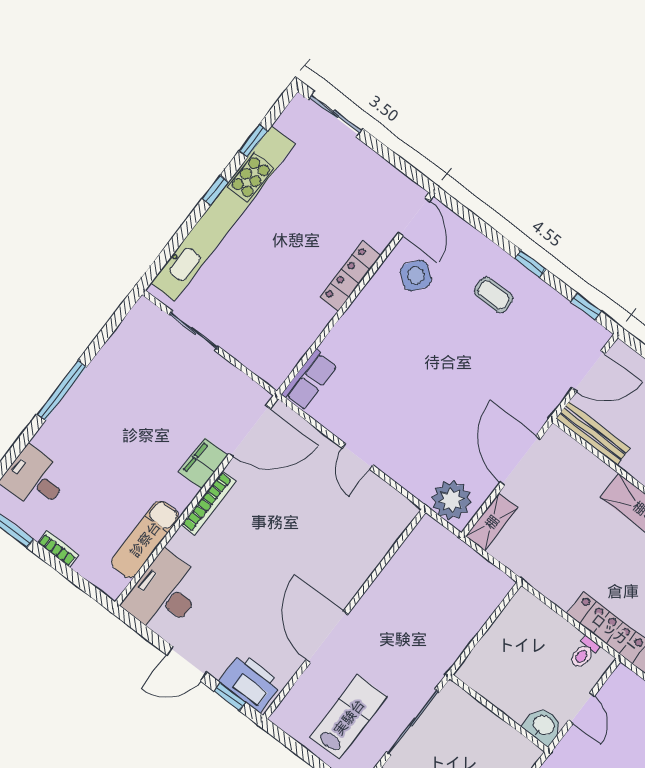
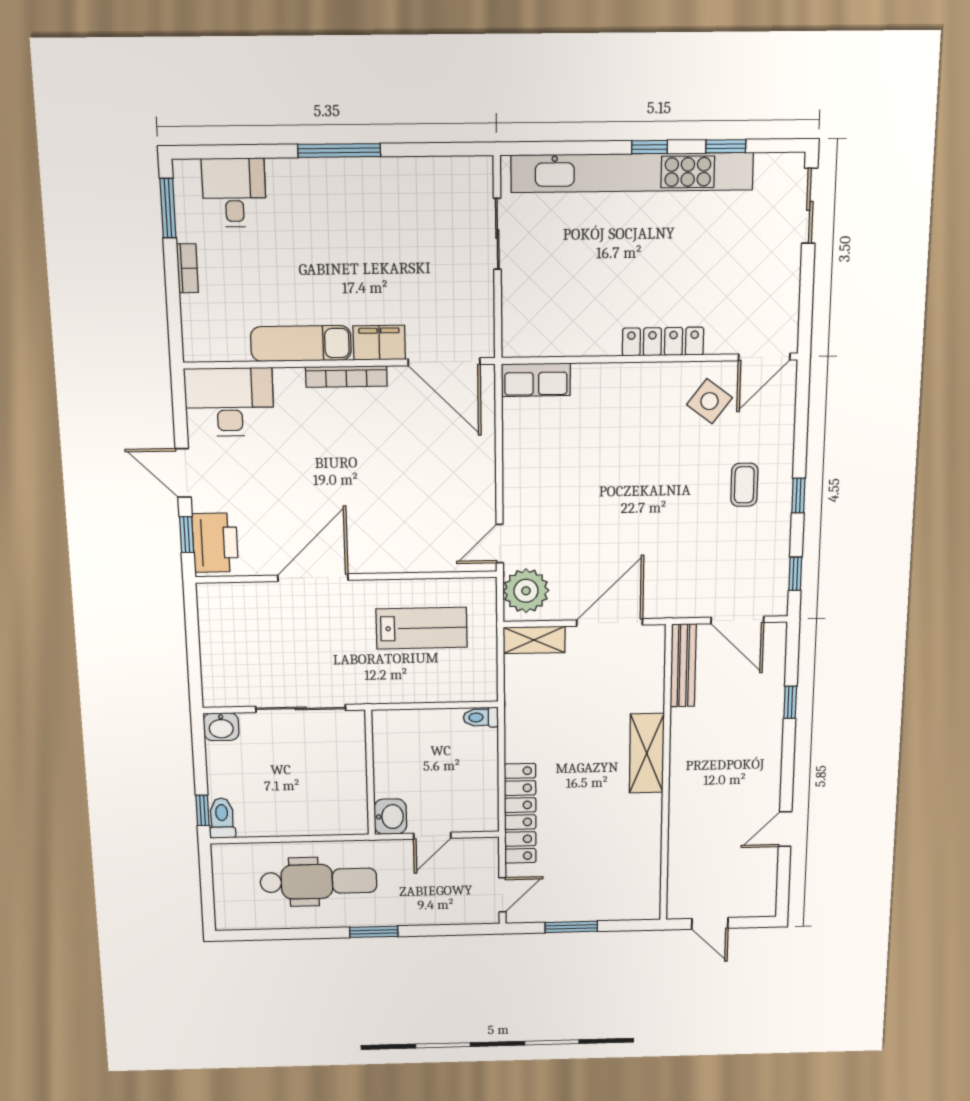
door: (358, 457) -> (500, 544), moved
exam couch: (145, 539) -> (301, 343), moved
toilet: (584, 653) -> (481, 717), moved
lab bench: (349, 717) -> (422, 628), moved

